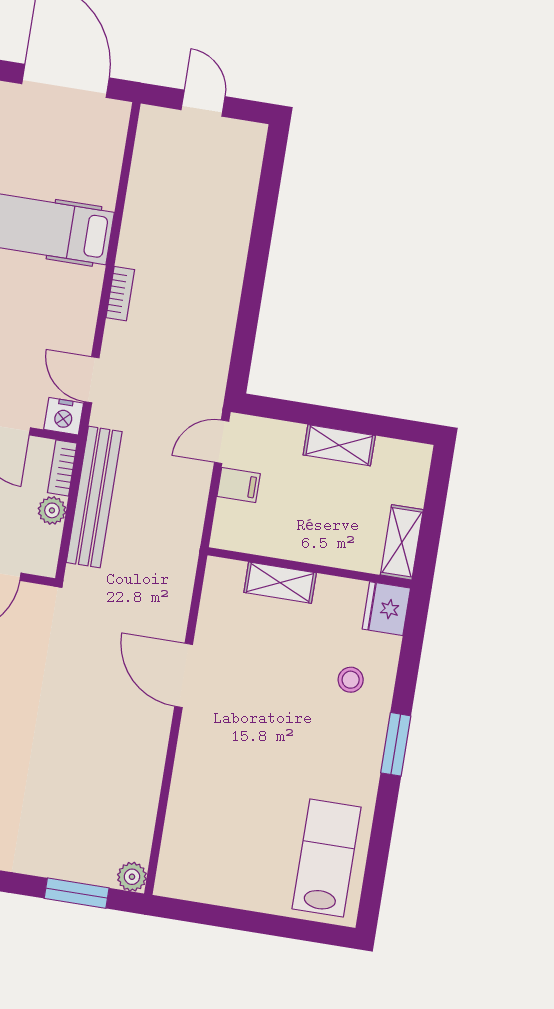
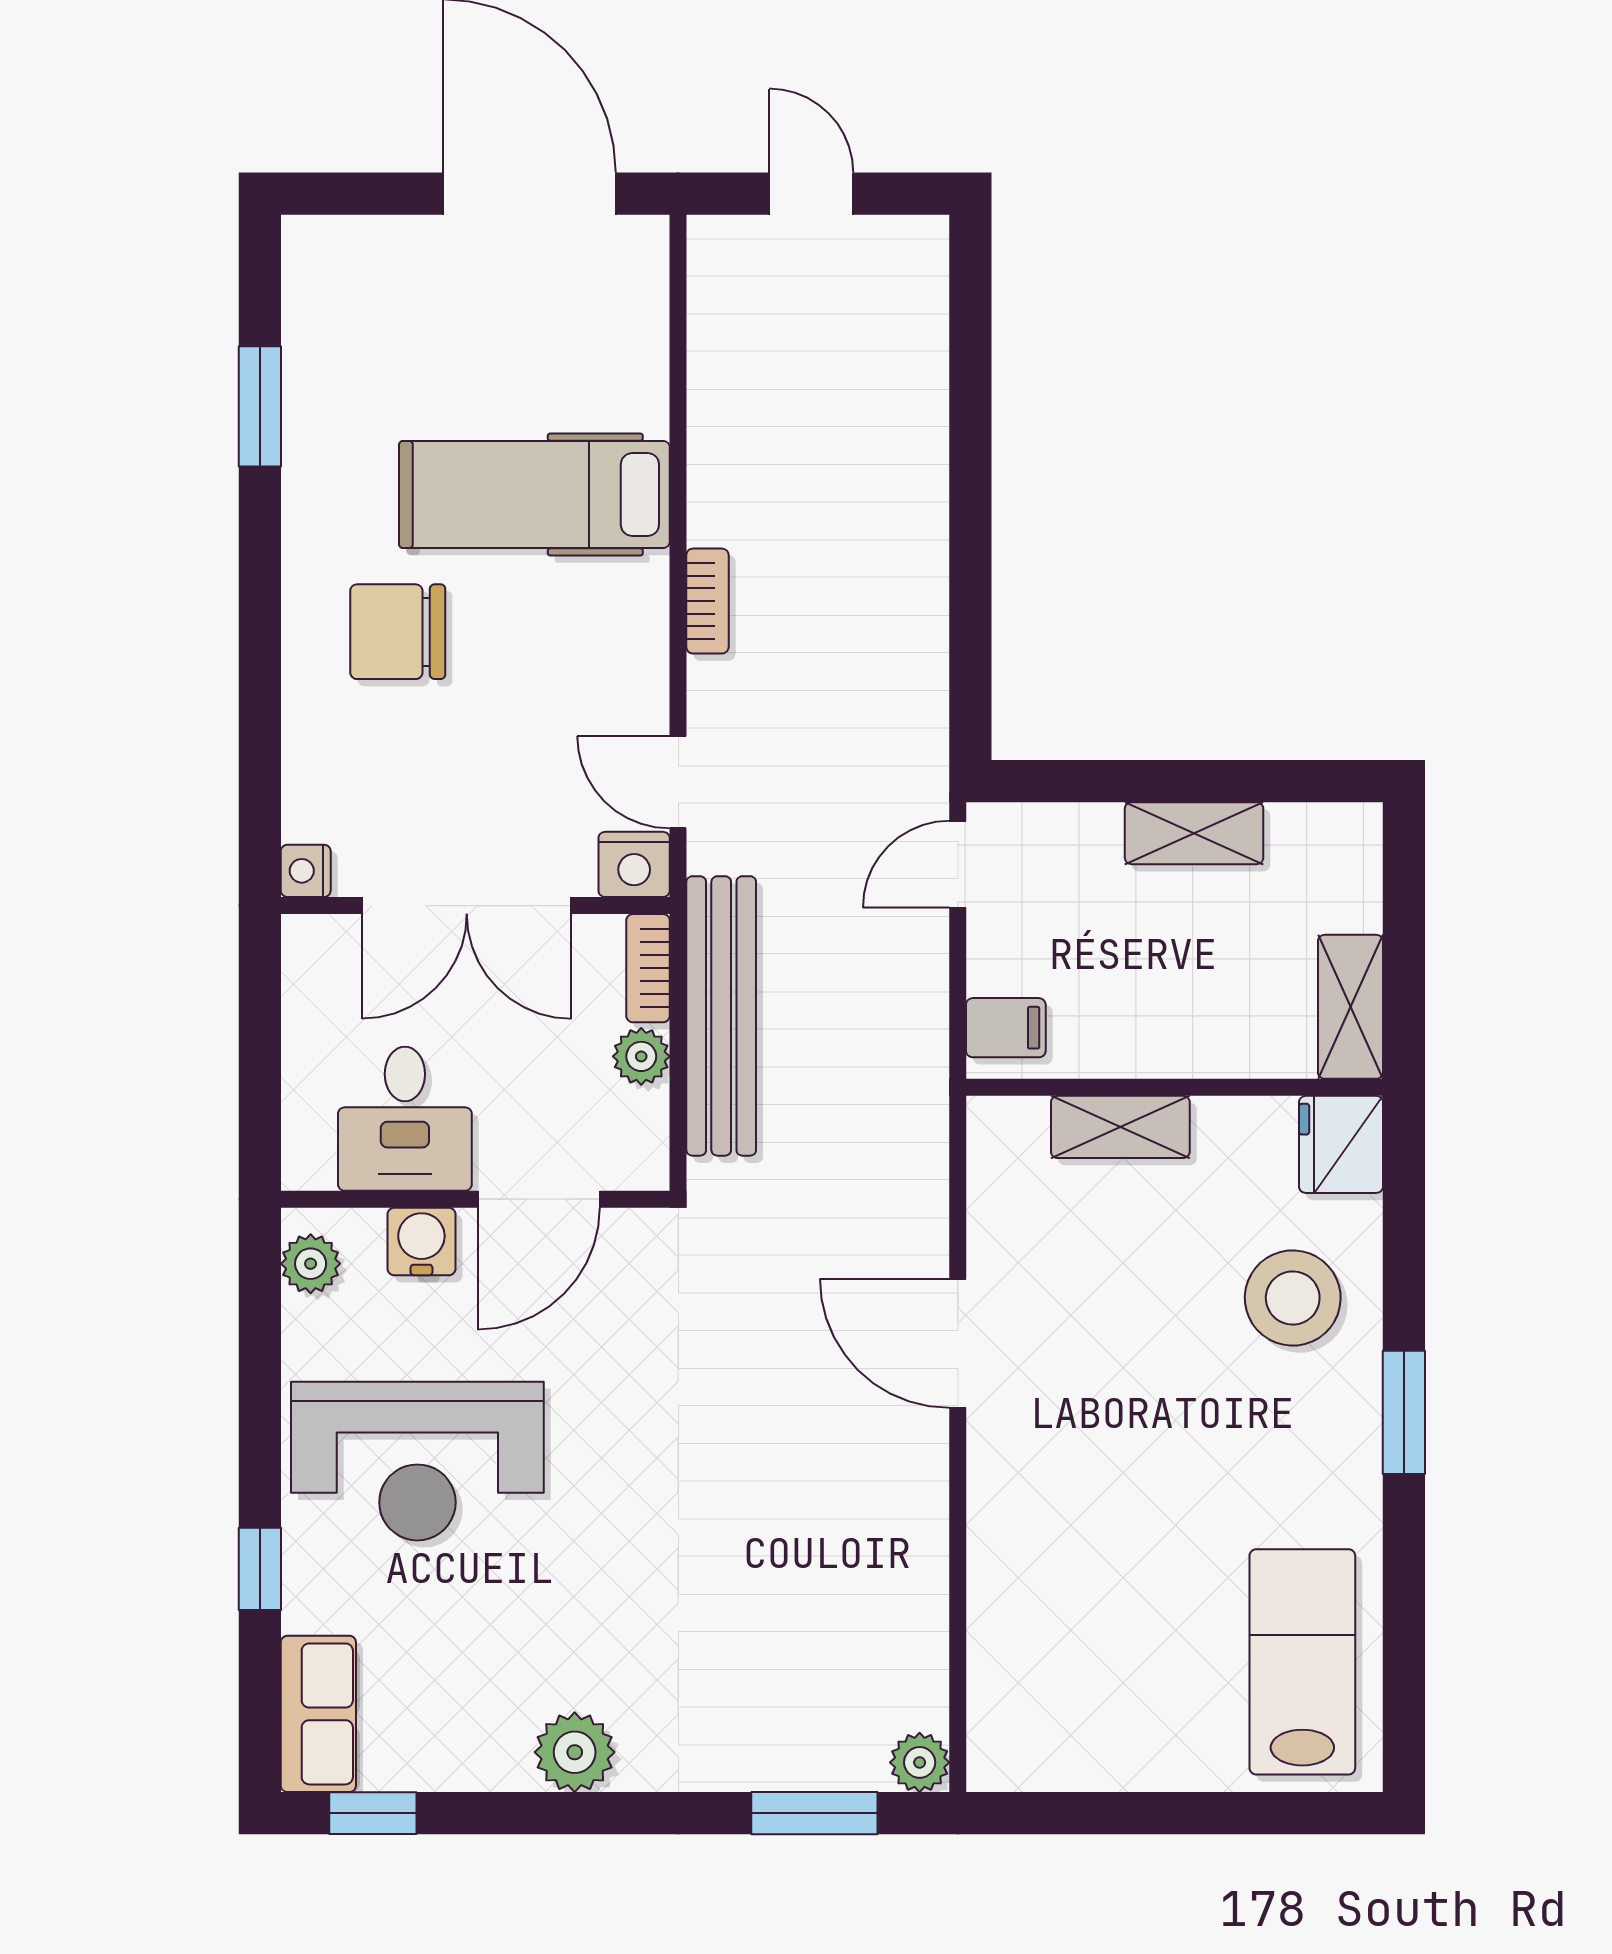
filing cabinet: (239, 485) -> (1006, 1028), moved
stool: (351, 680) -> (1293, 1298), width x1.89, depth x1.89

